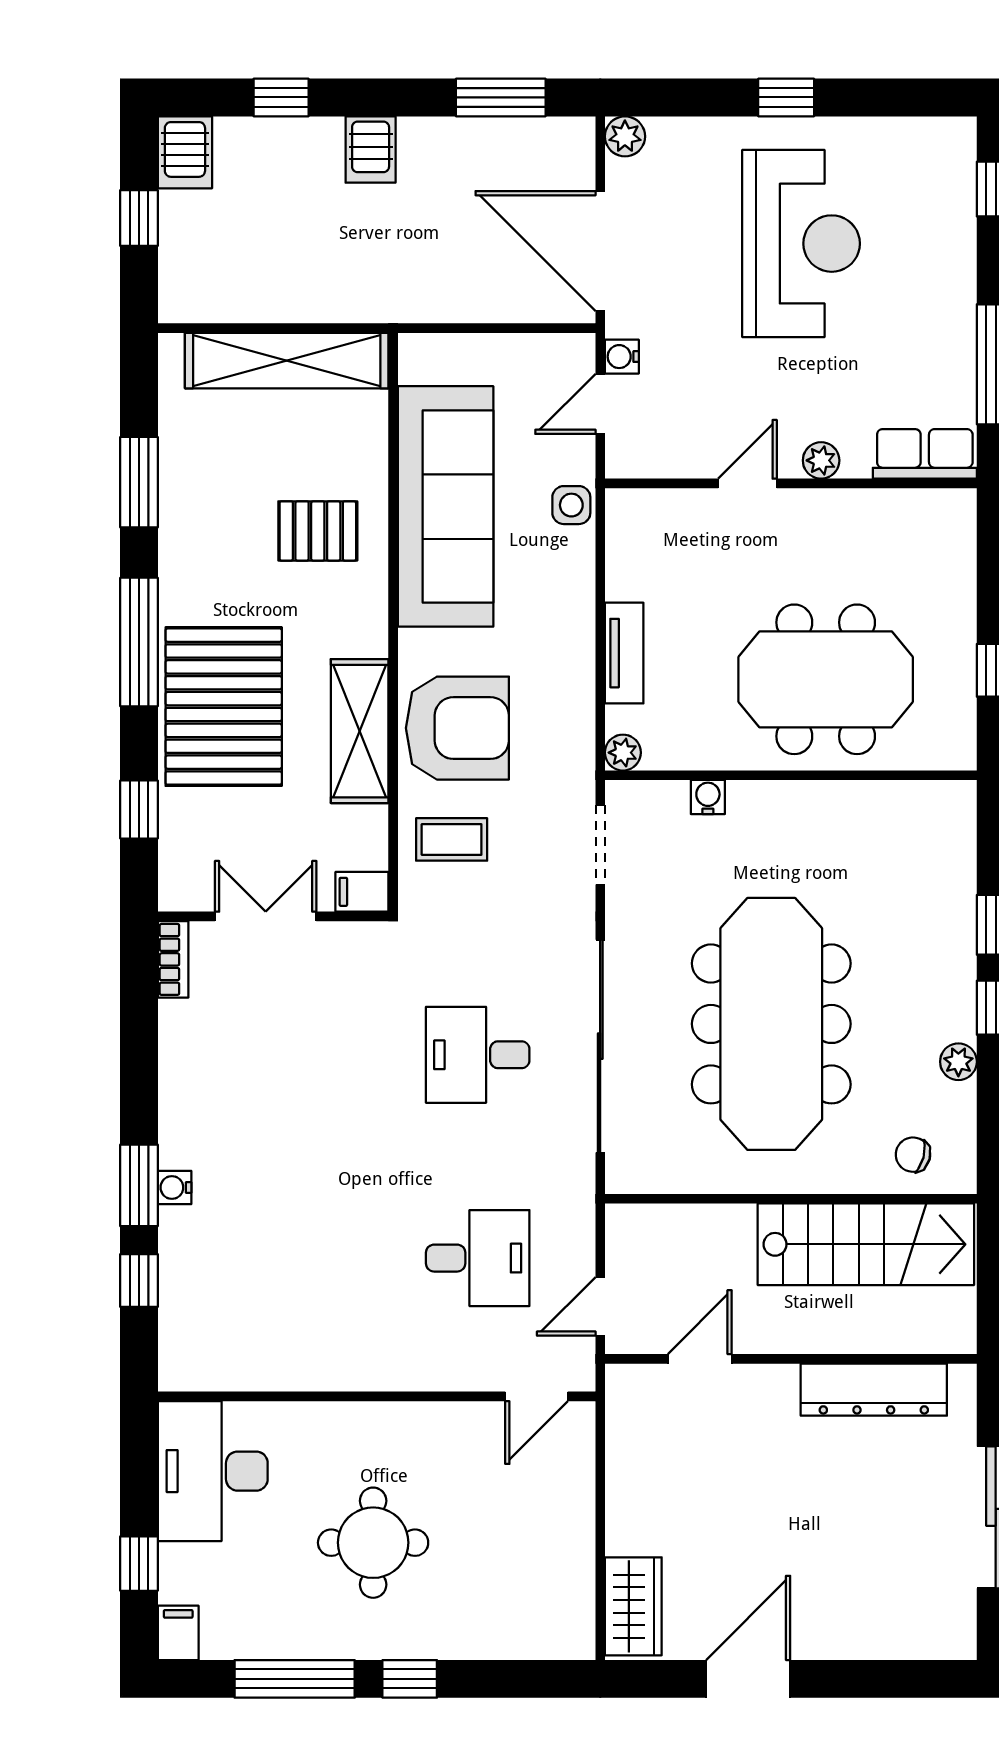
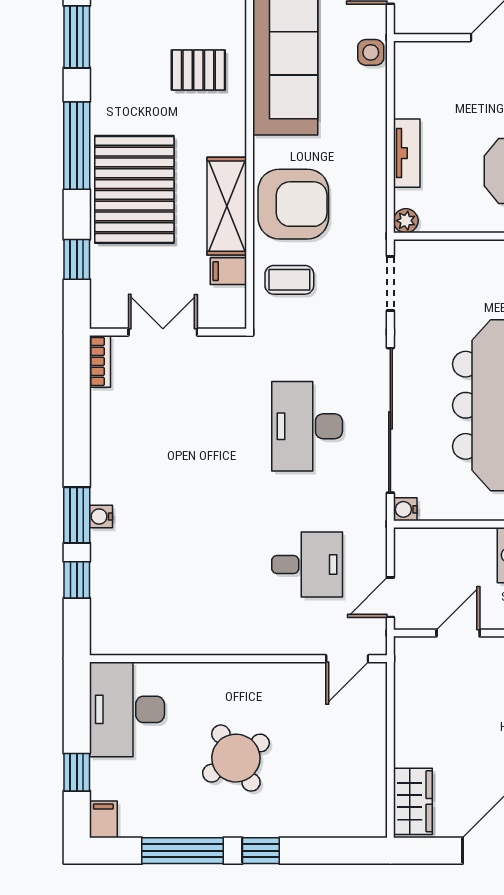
water cooler: (708, 797) -> (405, 509), moved, turned -90
filing cabinet: (362, 892) -> (228, 271), moved
desk: (478, 1055) -> (307, 426), width x1.37
round table: (373, 1543) -> (236, 758), turned -32

